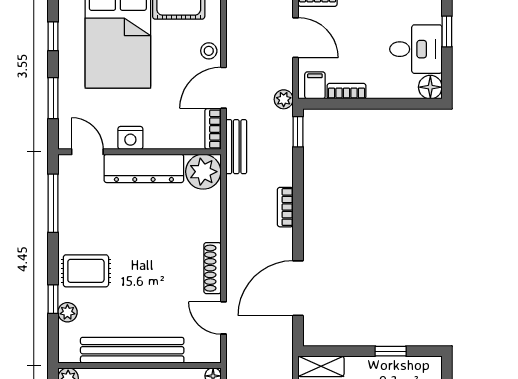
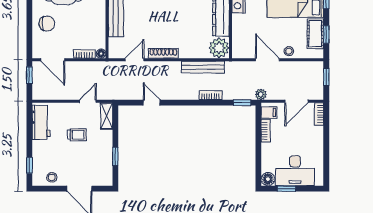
window: (447, 31) -> (286, 189), moved
desk: (416, 49) -> (295, 171), width x1.37
bookcase: (213, 129) -> (244, 54), removed
bench: (236, 147) -> (203, 67), moved, width x1.36
bookcase: (285, 207) -> (211, 95), moved
door: (298, 288) -> (152, 103), width x0.53

